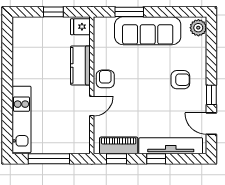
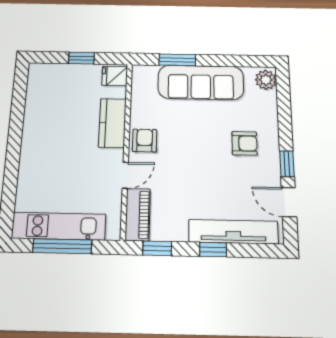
kitchen unit: (21, 119) -> (59, 226), moved, turned -90
piano: (119, 145) -> (138, 215), moved, turned 90

